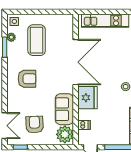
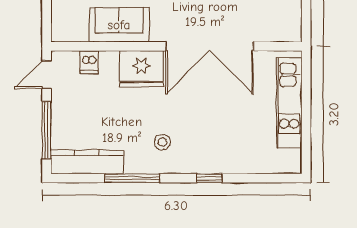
plant: (65, 134) -> (71, 25), removed

